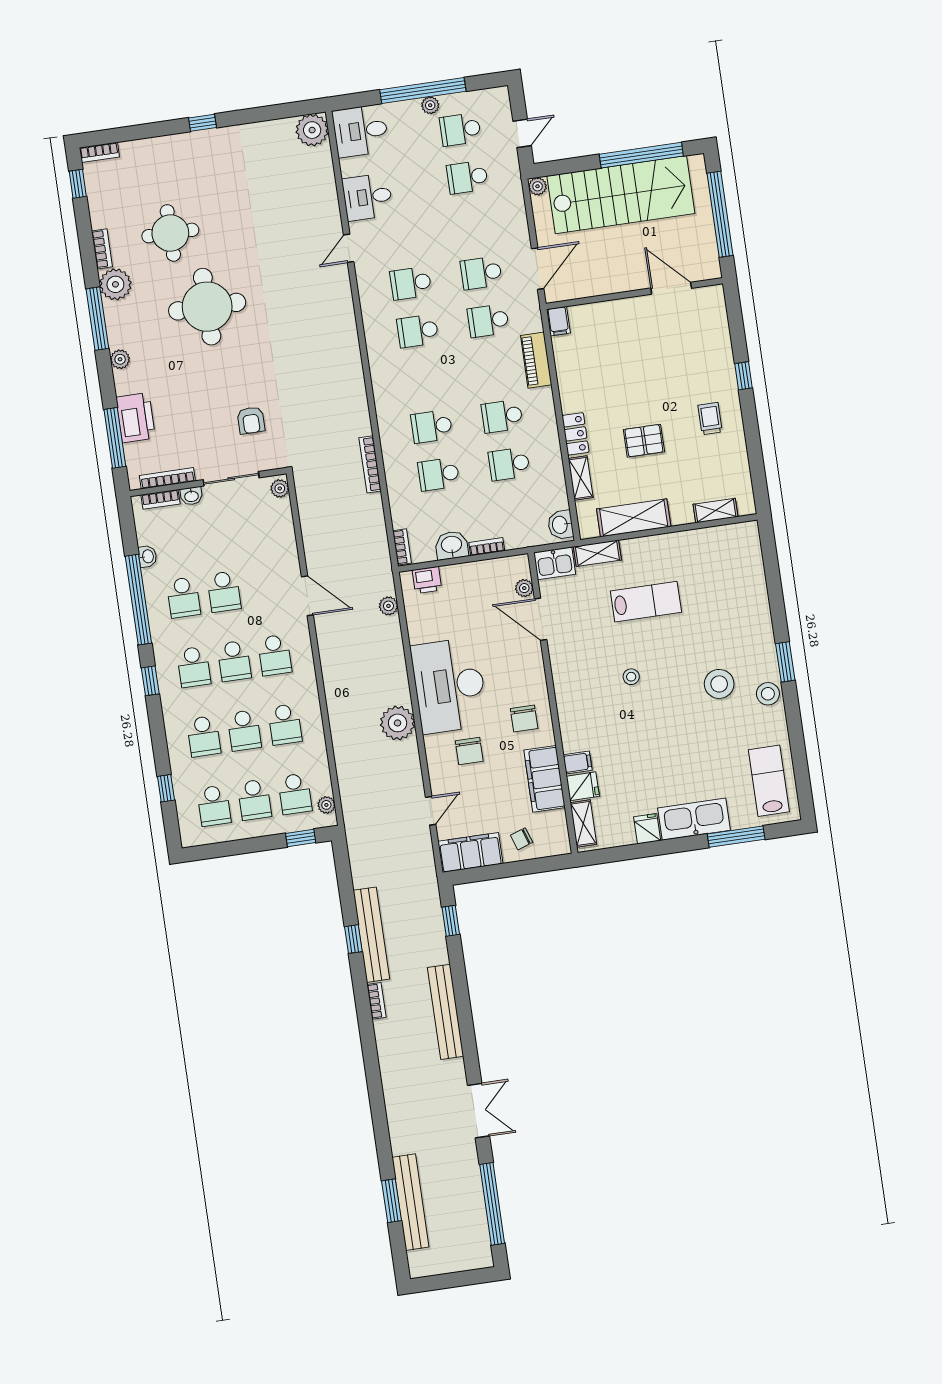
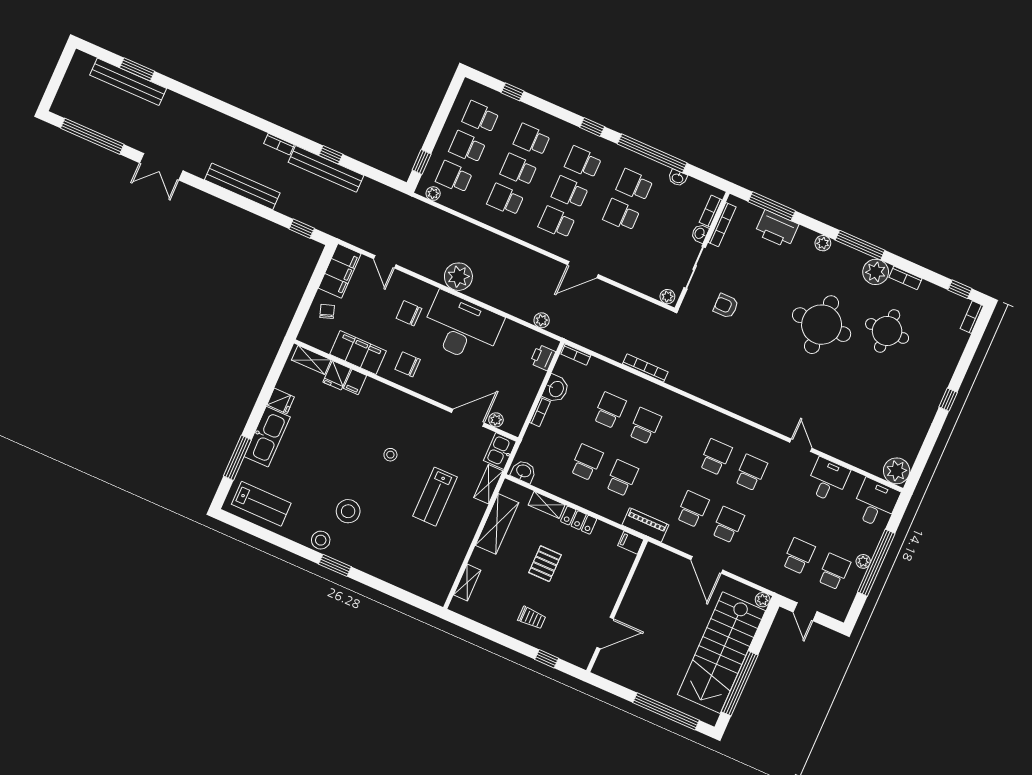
door: (671, 288) -> (605, 633), moved
wall: (634, 294) -> (617, 606), moved
filing cabinet: (558, 321) -> (631, 543), moved

